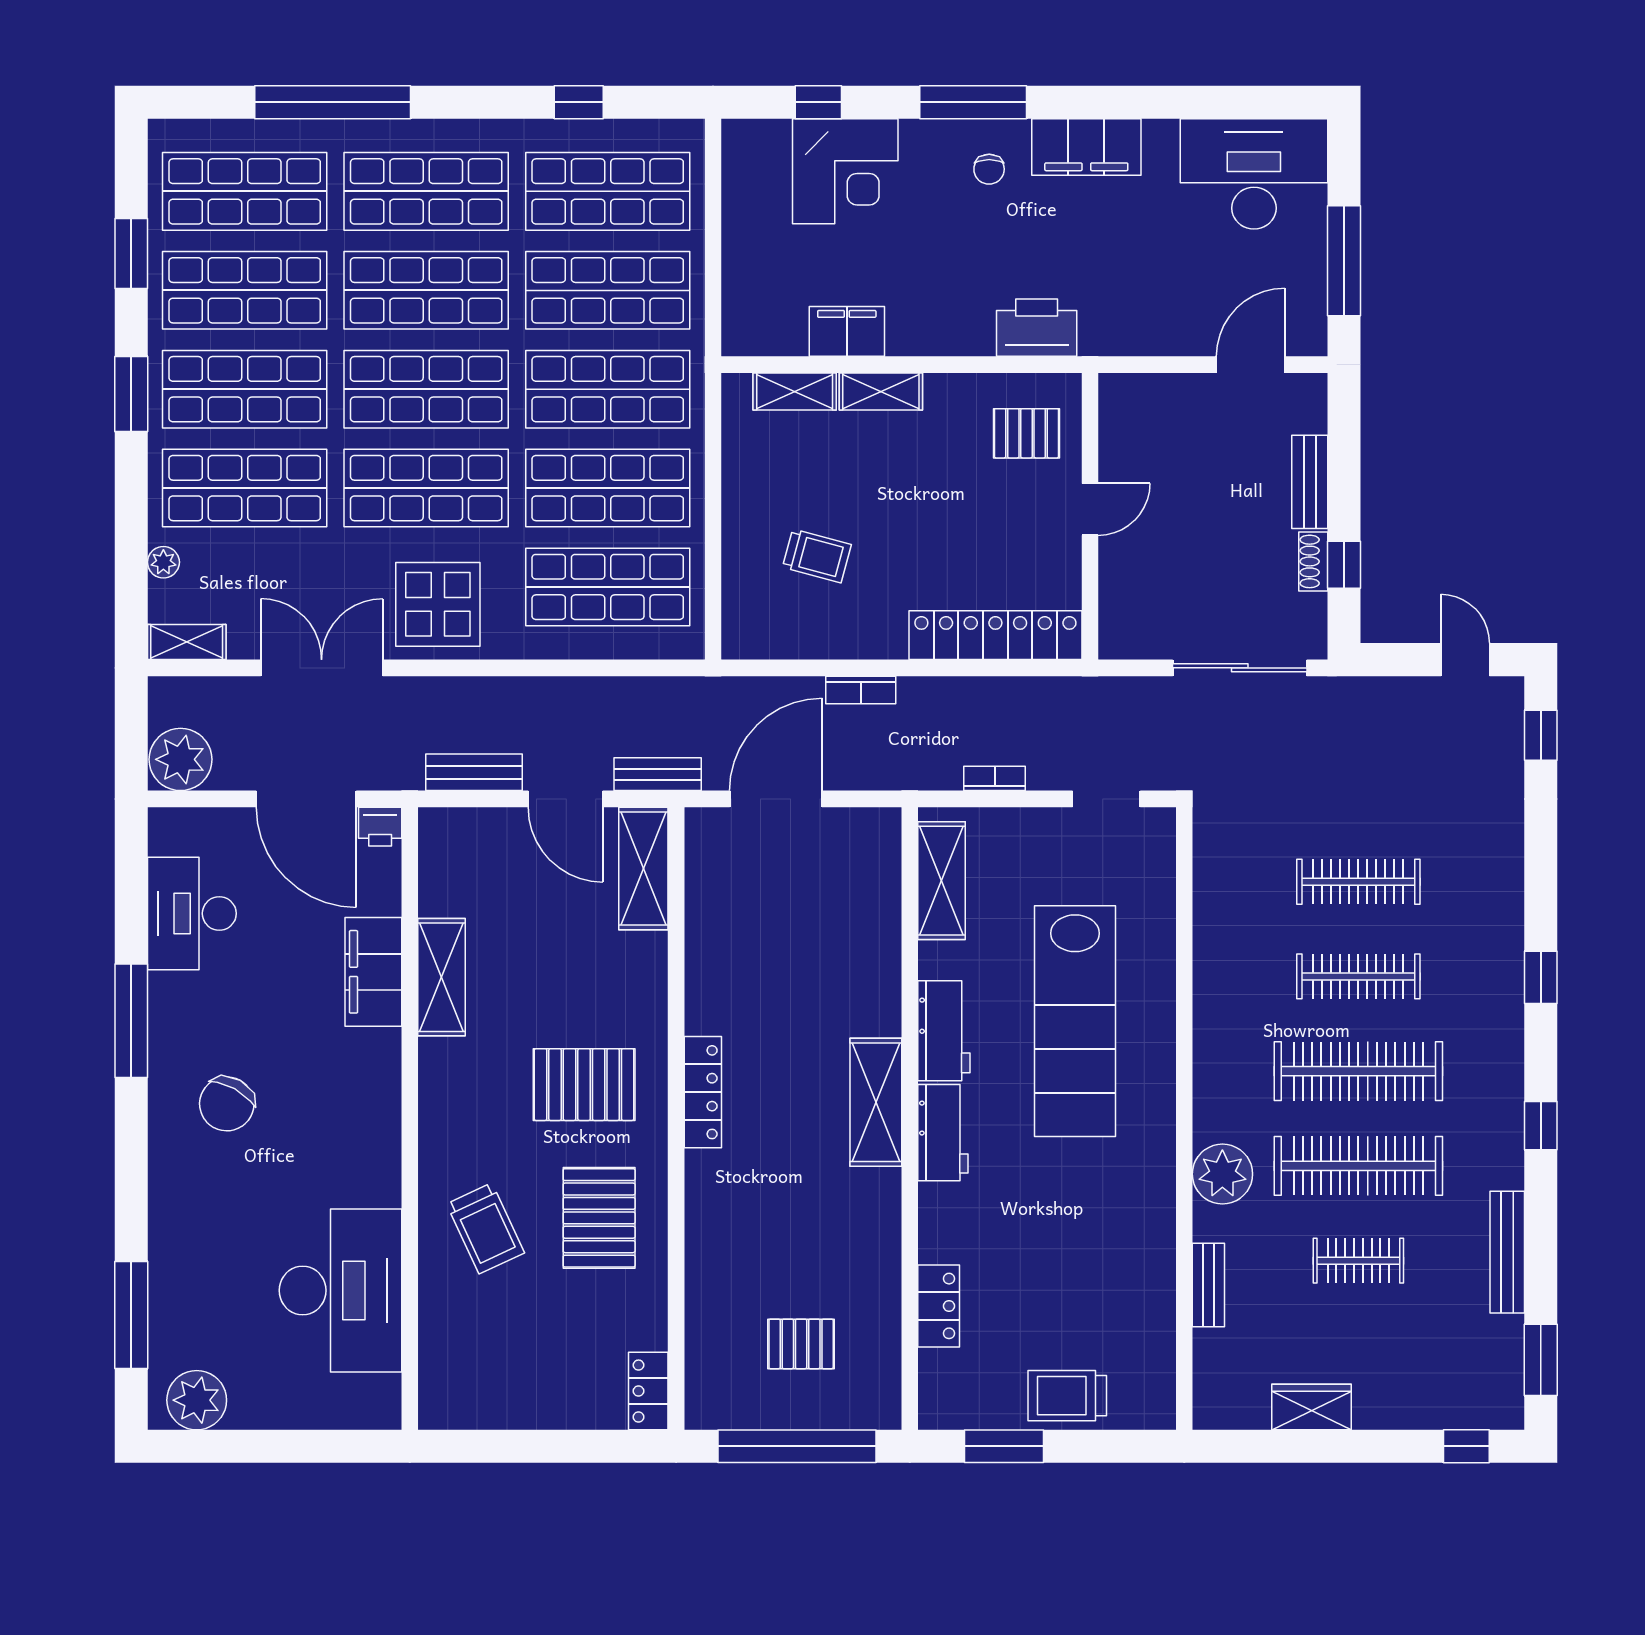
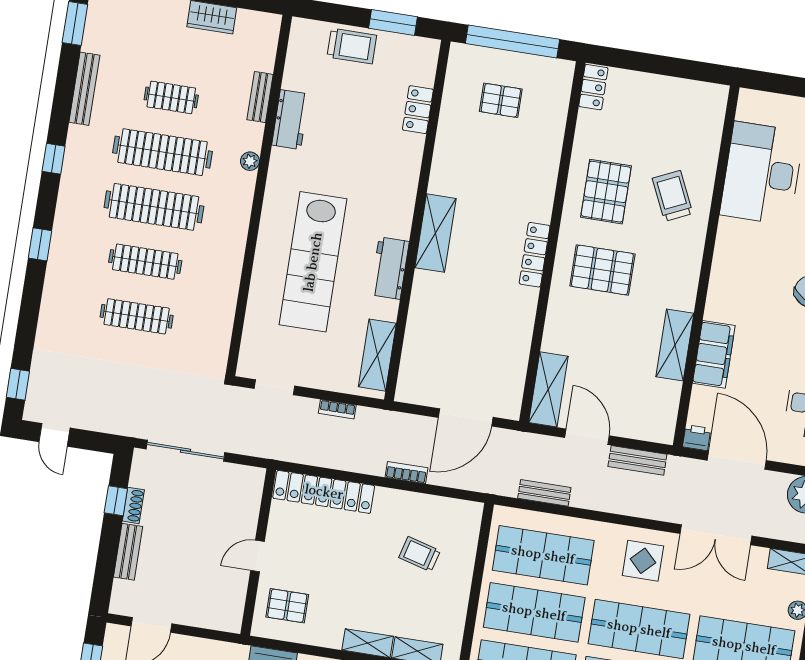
display table: (438, 604) -> (643, 561), width x0.73, depth x0.73
bench: (658, 774) -> (544, 493), moved
lab bench: (1075, 1021) -> (313, 262), turned 180
workbench: (943, 1133) -> (290, 120), moved, turned 180
plant: (1222, 1174) -> (250, 161), width x0.53, depth x0.53

